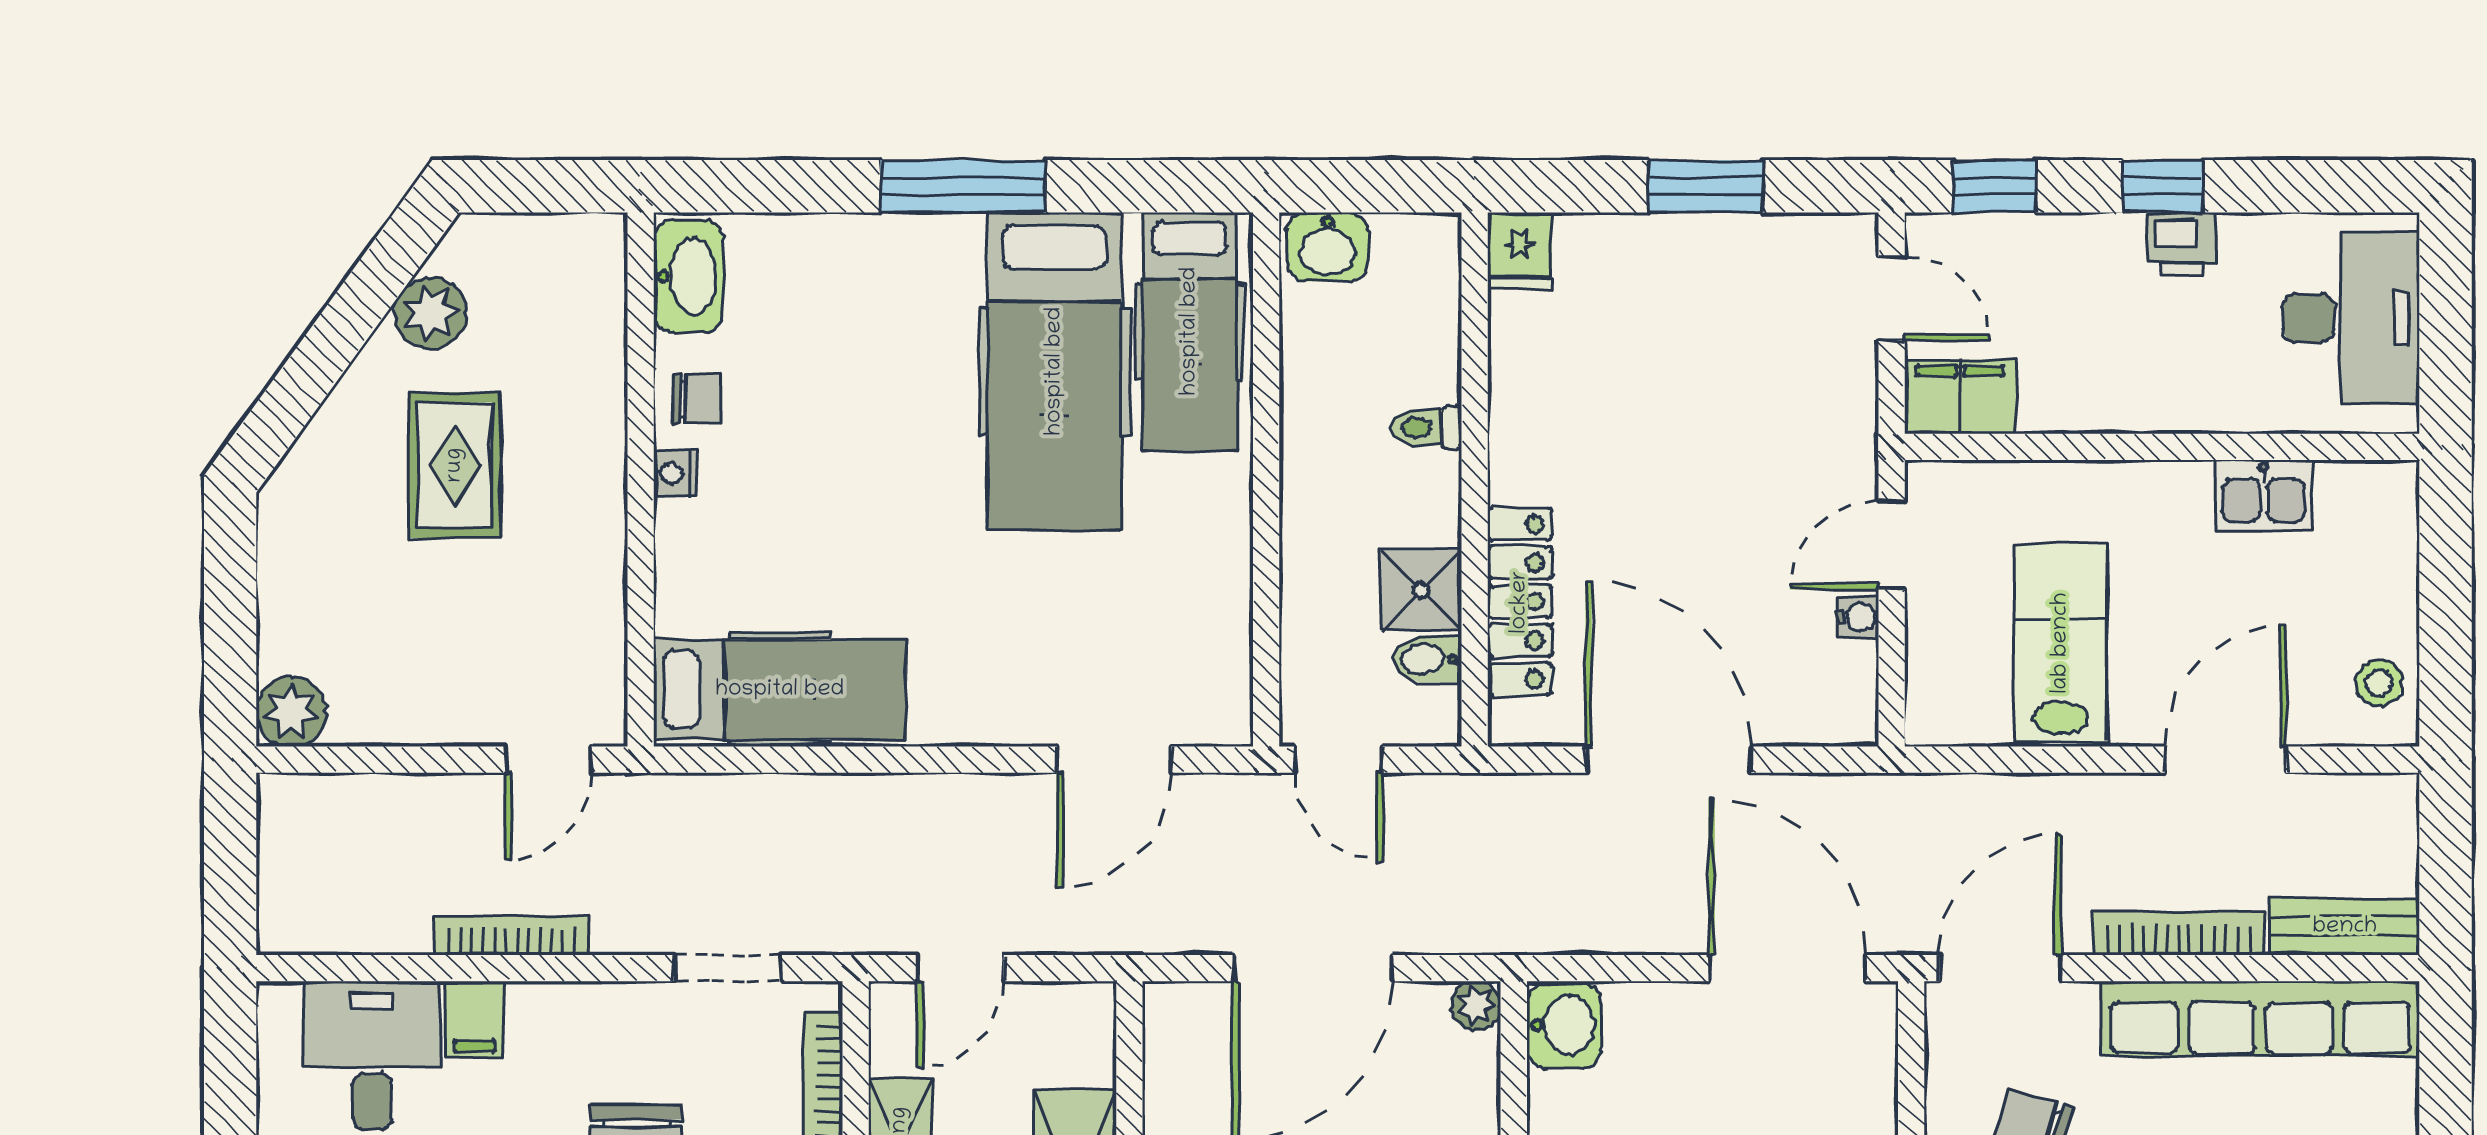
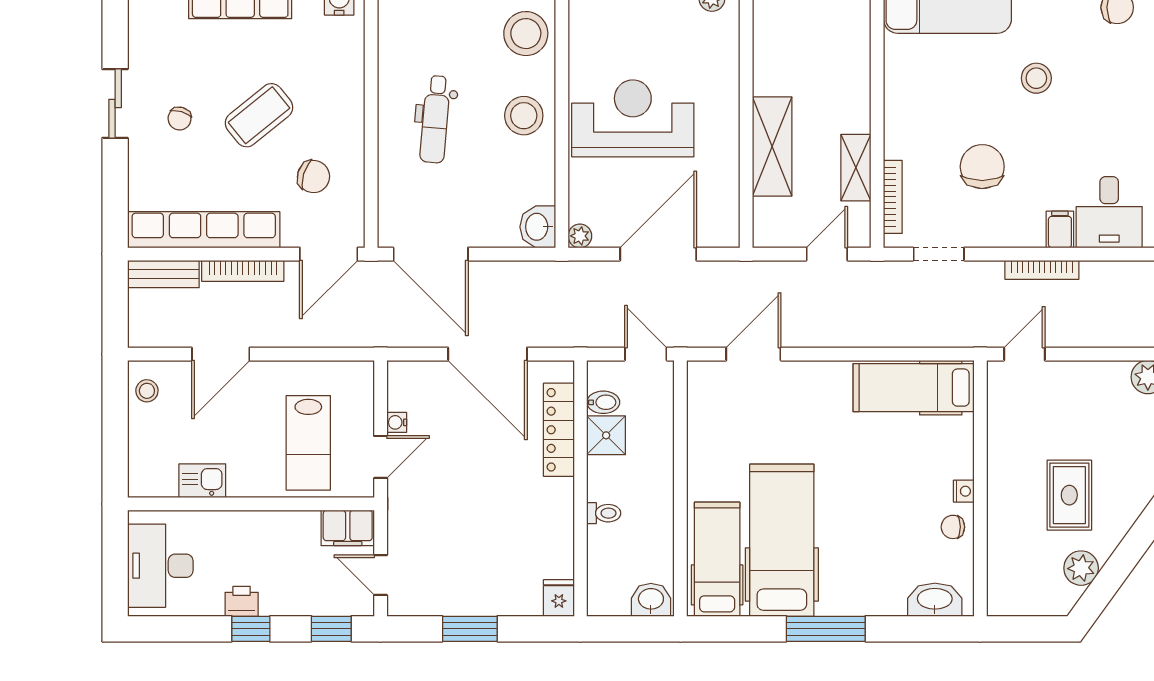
washbasin: (688, 276) -> (935, 600), moved, turned 90
lab bench: (2061, 643) -> (308, 443), moved

